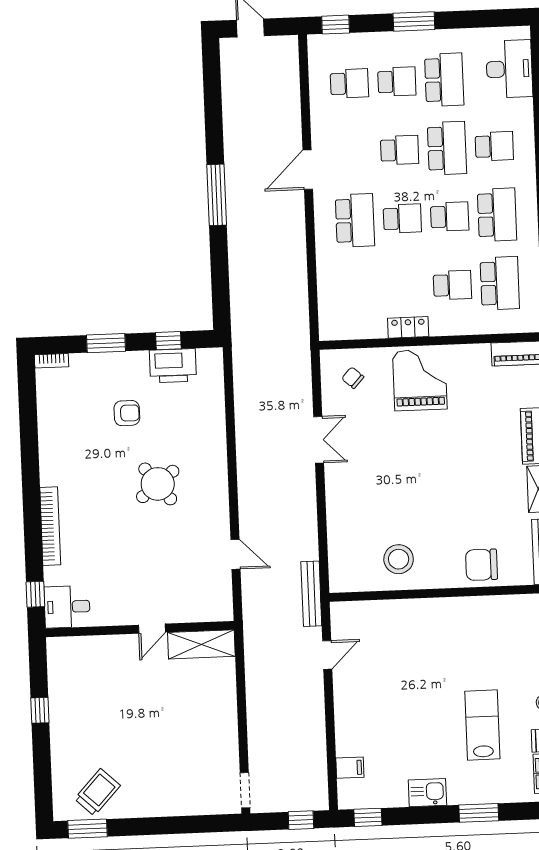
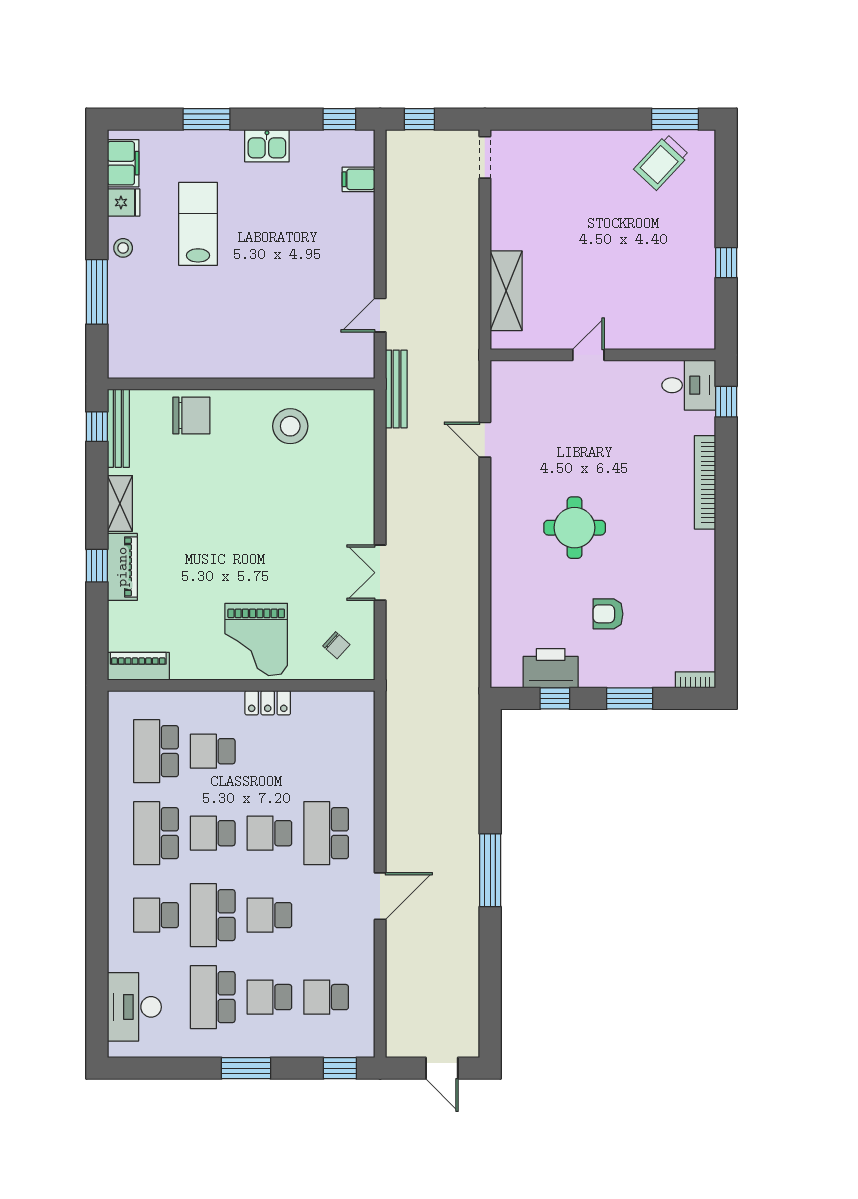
round table: (158, 484) -> (575, 528), turned 38
shelving: (201, 644) -> (506, 291), moved, turned 90
lab bench: (482, 725) -> (198, 224), turned 180

